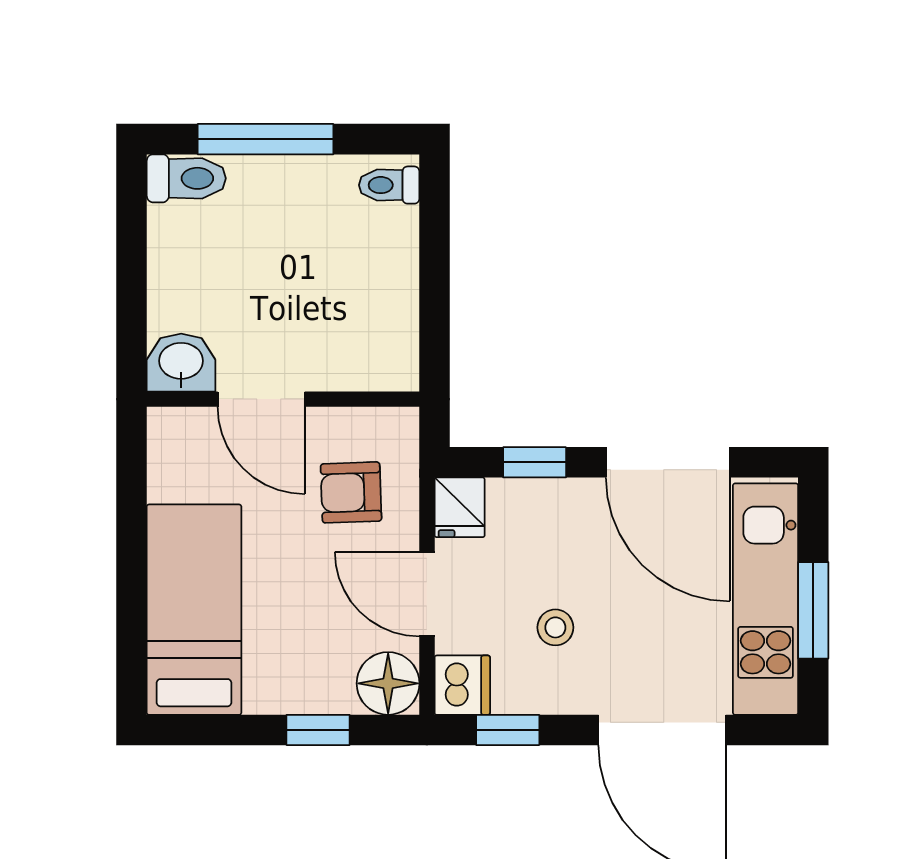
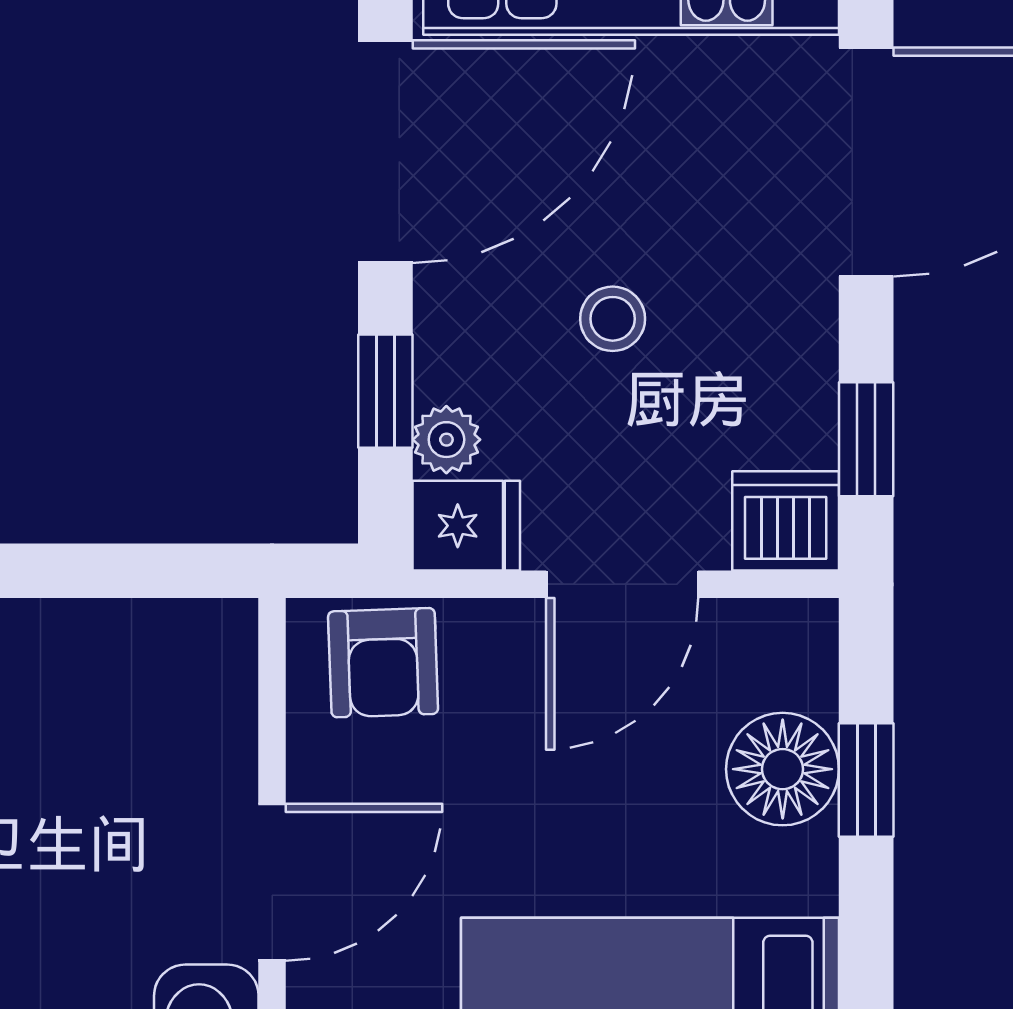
armchair: (351, 492) -> (383, 663), moved
plant: (508, 496) -> (446, 440), added
stool: (555, 627) -> (613, 319), moved
floor lamp: (388, 683) -> (783, 769), moved

